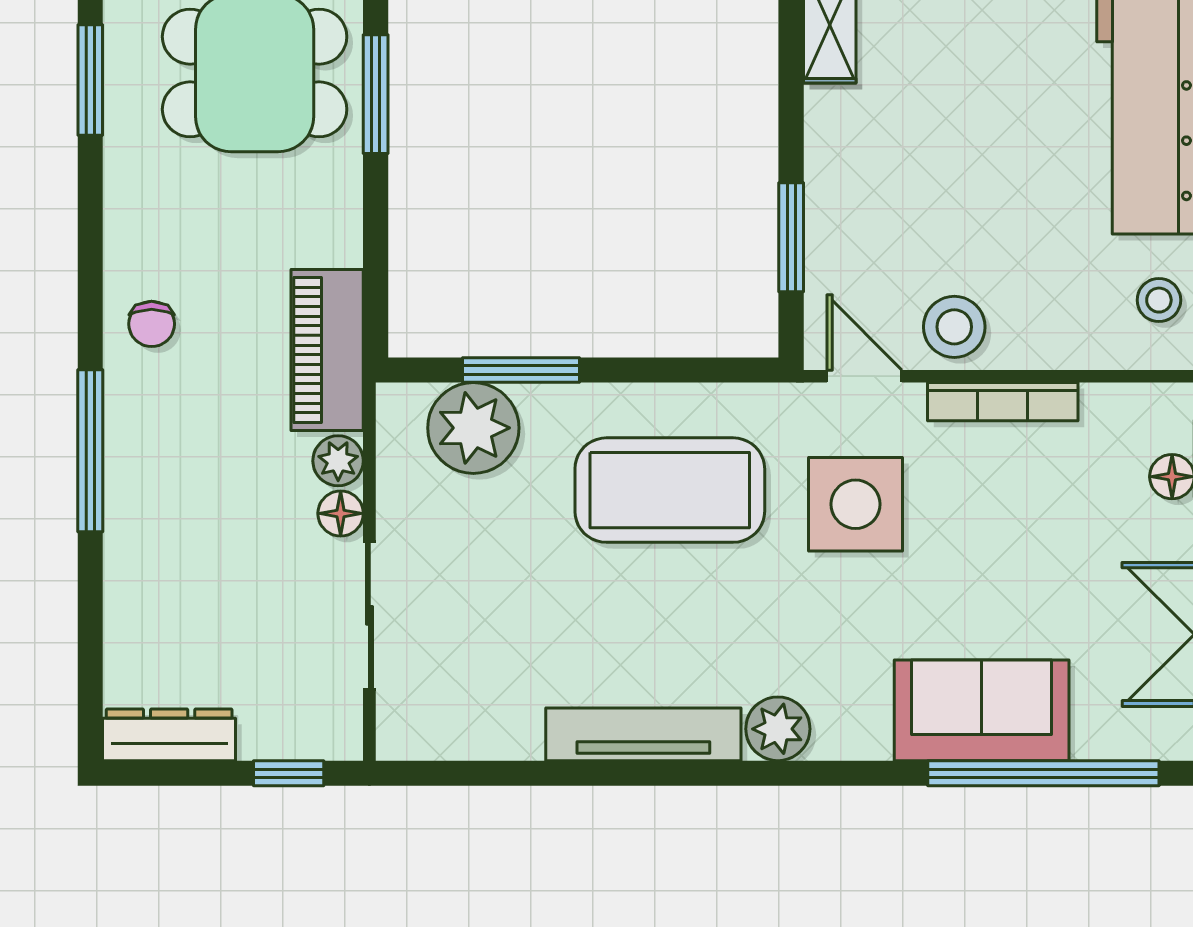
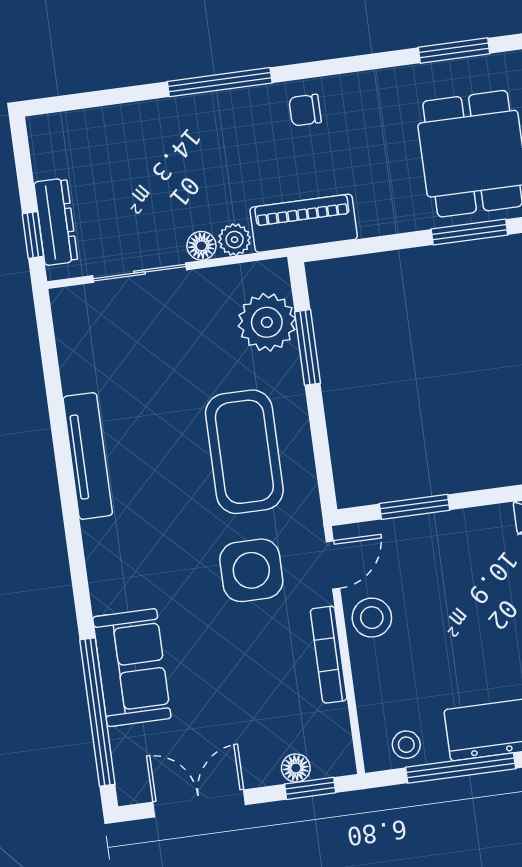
plant: (778, 729) -> (103, 540), removed
dresser: (169, 735) -> (56, 222), moved

